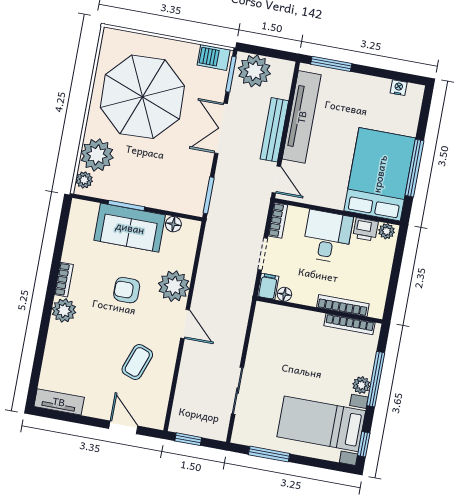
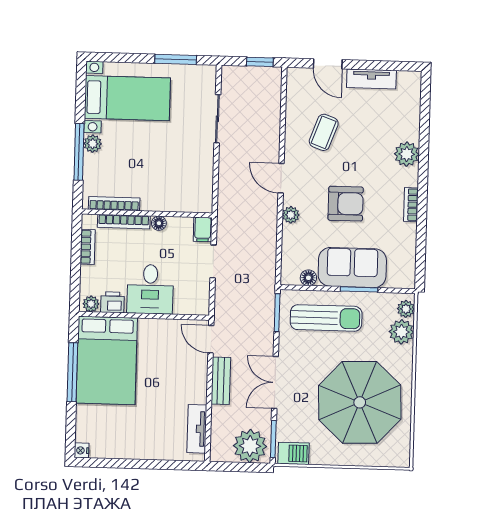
window: (331, 64) -> (173, 465), removed
nightstand: (399, 88) -> (82, 450), moved, turned 90
tv unit: (302, 117) -> (197, 429), width x0.52, depth x0.78
double door: (221, 128) -> (275, 382), swing flipped
bench: (274, 130) -> (221, 381), width x0.73
plant: (97, 155) -> (401, 332), width x0.73, depth x0.73
sun lounger: (162, 183) -> (326, 318), added
bookcase: (278, 220) -> (88, 247), moved, turned 180
plant: (174, 286) -> (291, 215), width x0.53, depth x0.53
armchair: (127, 290) -> (346, 204), width x1.38, depth x1.38
floor lamp: (284, 294) -> (159, 223), moved
plant: (64, 310) -> (407, 154), moved
tv unit: (59, 402) -> (371, 79), moved
window: (364, 444) -> (81, 84), removed

